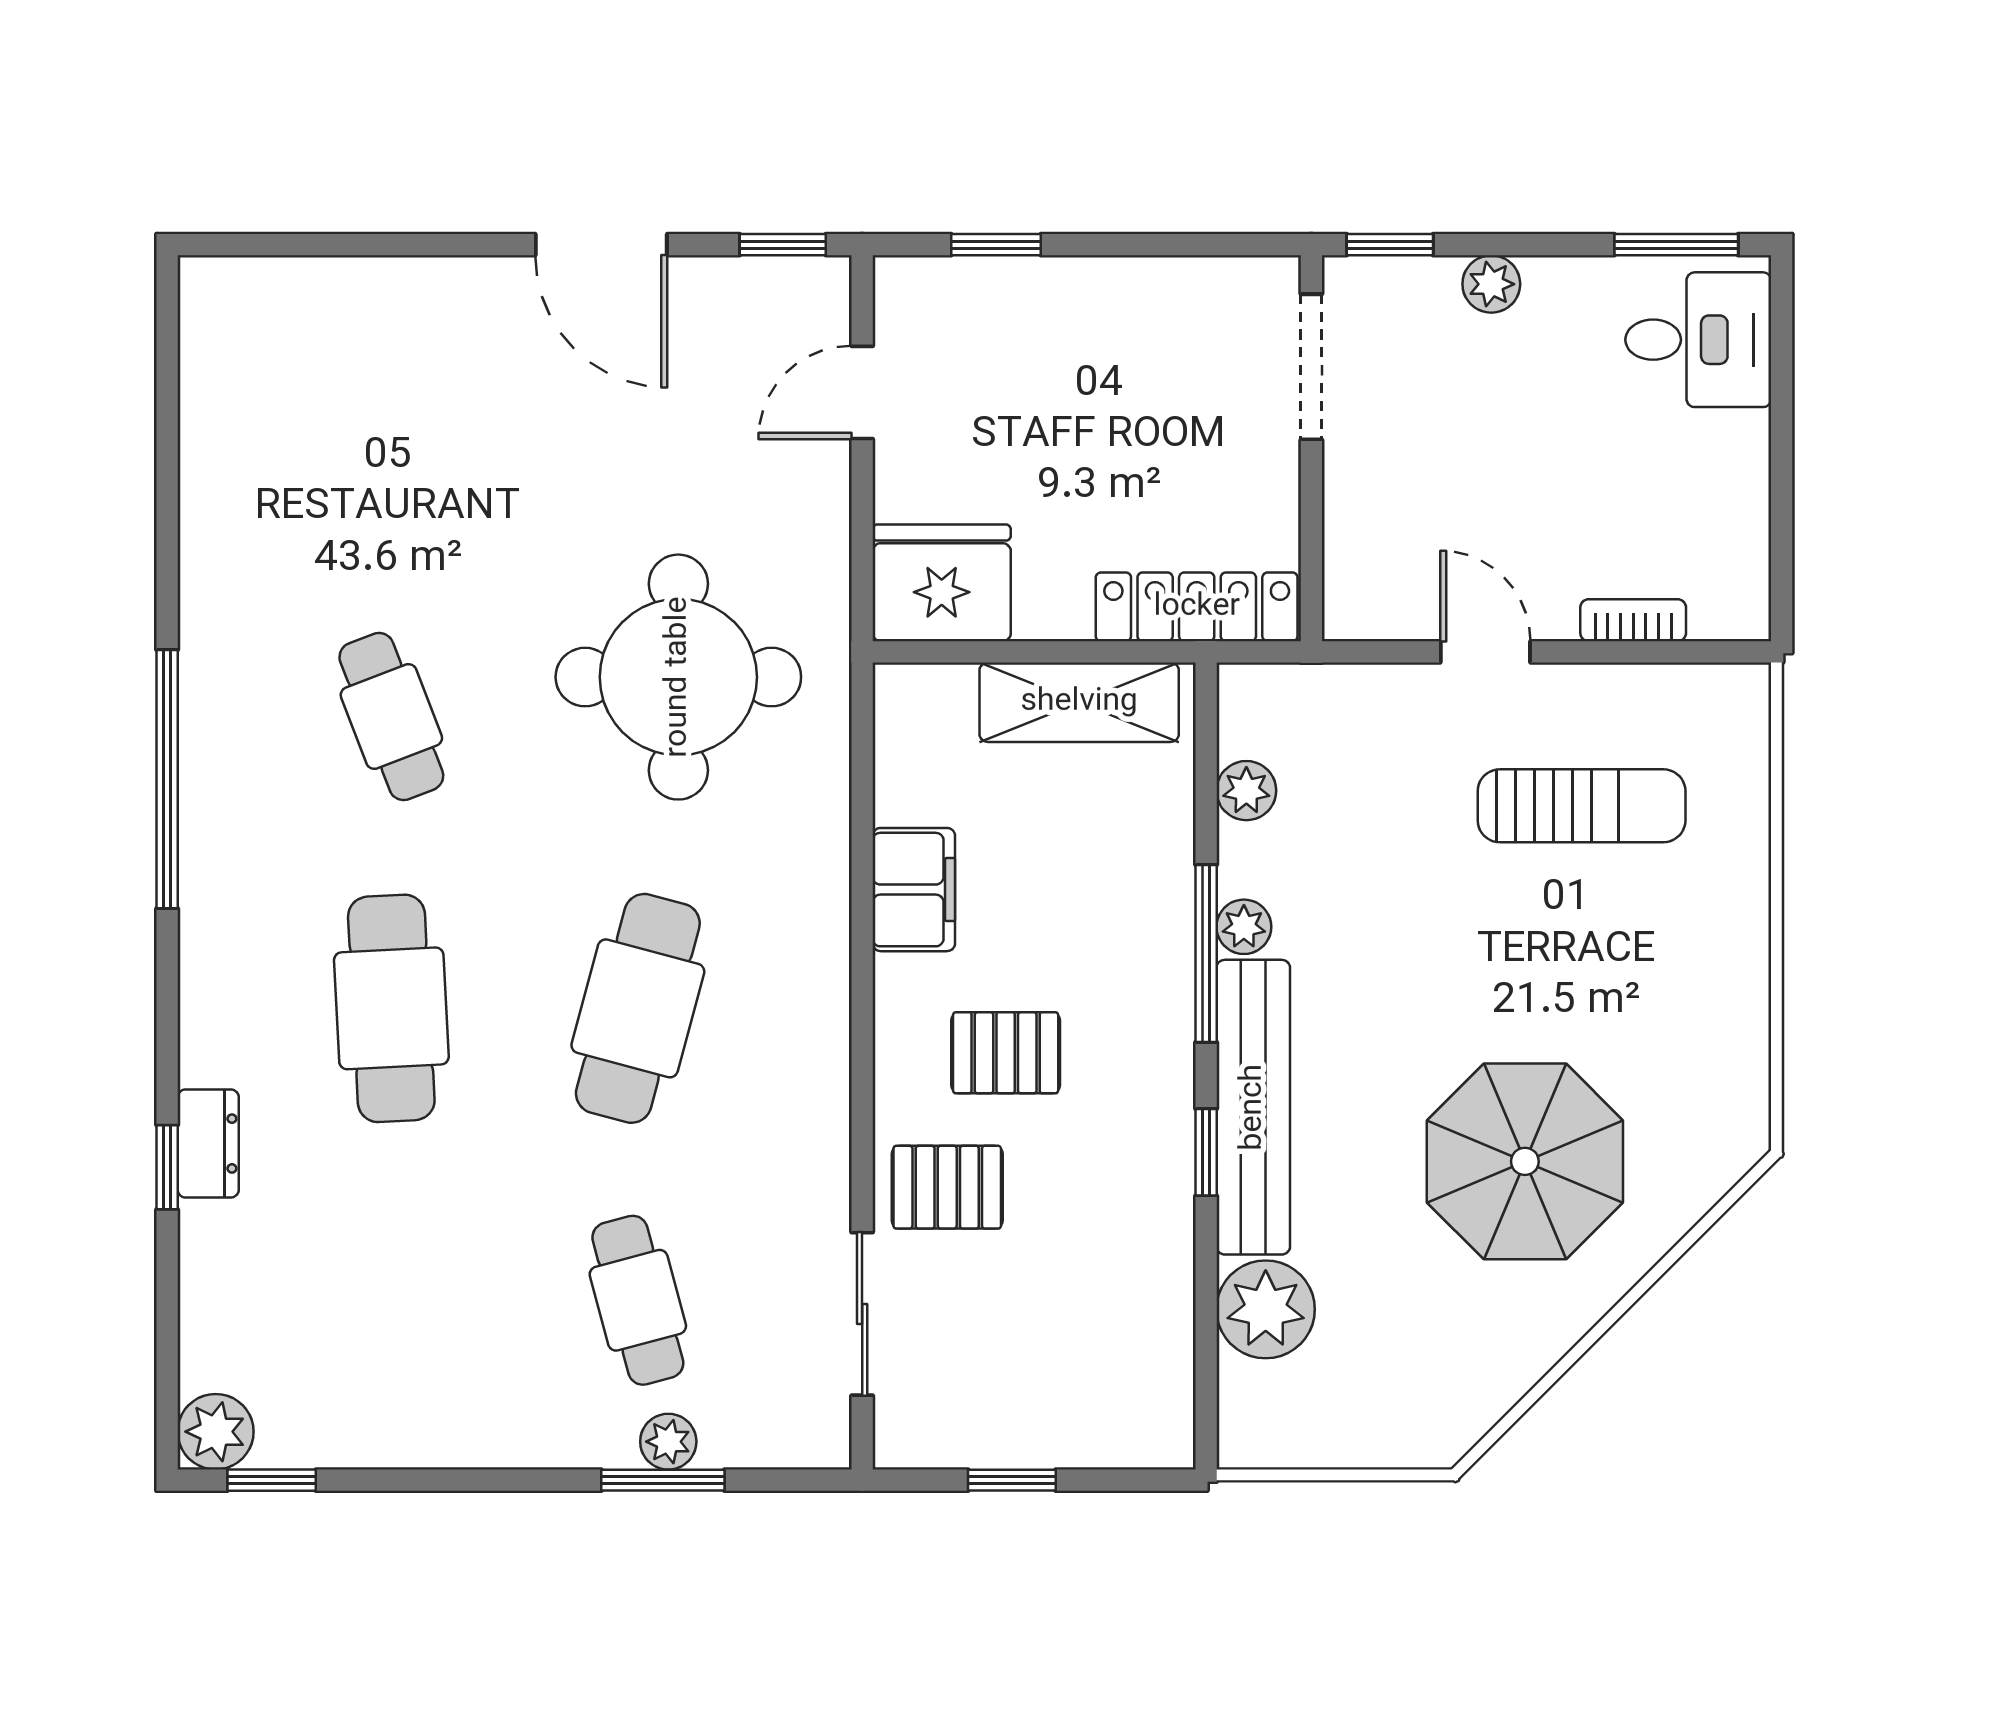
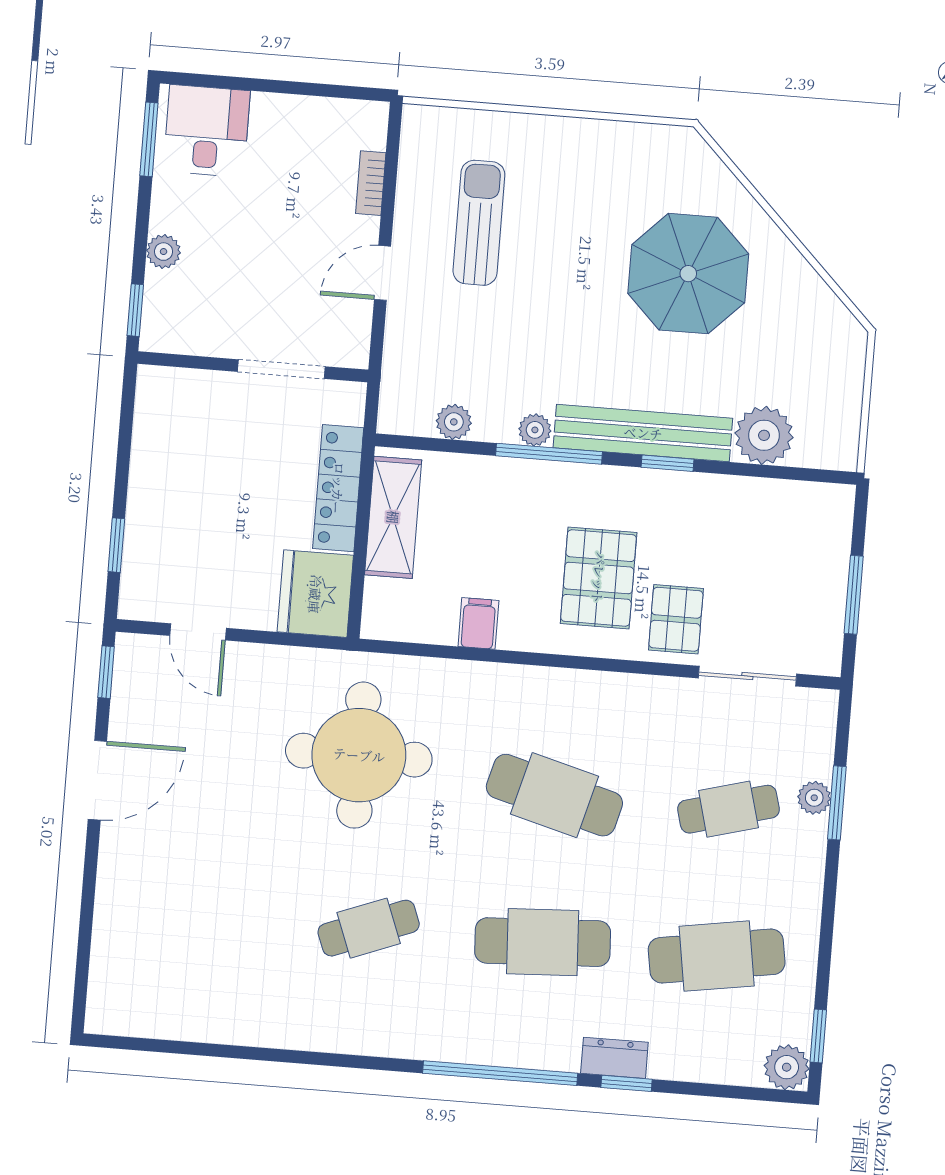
doorway: (1311, 367) -> (281, 369), moved
locker: (1197, 607) -> (338, 488), moved
window: (167, 779) -> (500, 1073), moved
filing cabinet: (914, 890) -> (478, 623), width x0.50
pallet: (1006, 1053) -> (599, 578), width x1.50, depth x1.42
cafe table: (391, 1300) -> (717, 956), added
window: (1012, 1480) -> (854, 595), width x1.50

